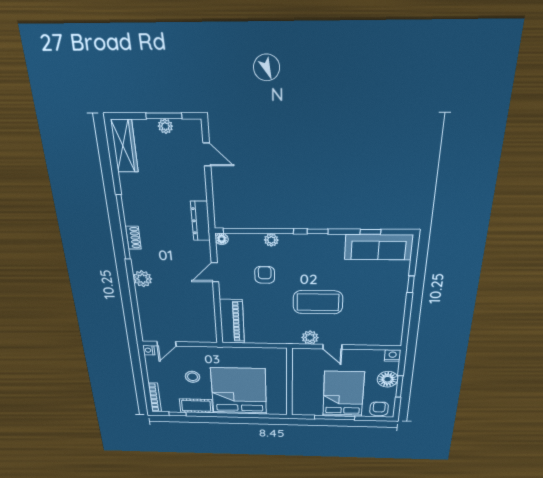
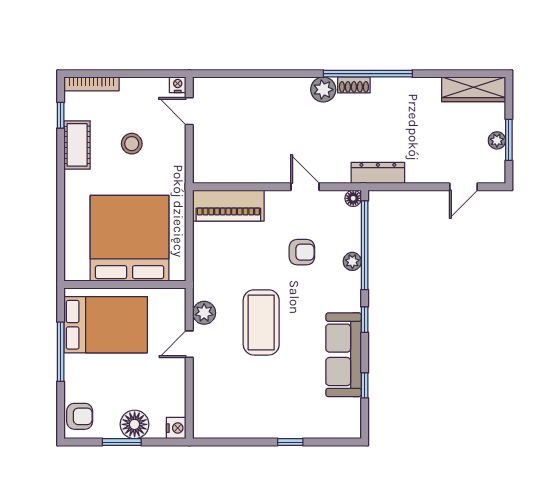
sofa: (379, 247) -> (344, 355), moved
plant: (143, 279) -> (323, 90), moved
bed: (239, 391) -> (130, 238), moved, turned -90
bed: (343, 394) -> (106, 325), moved

